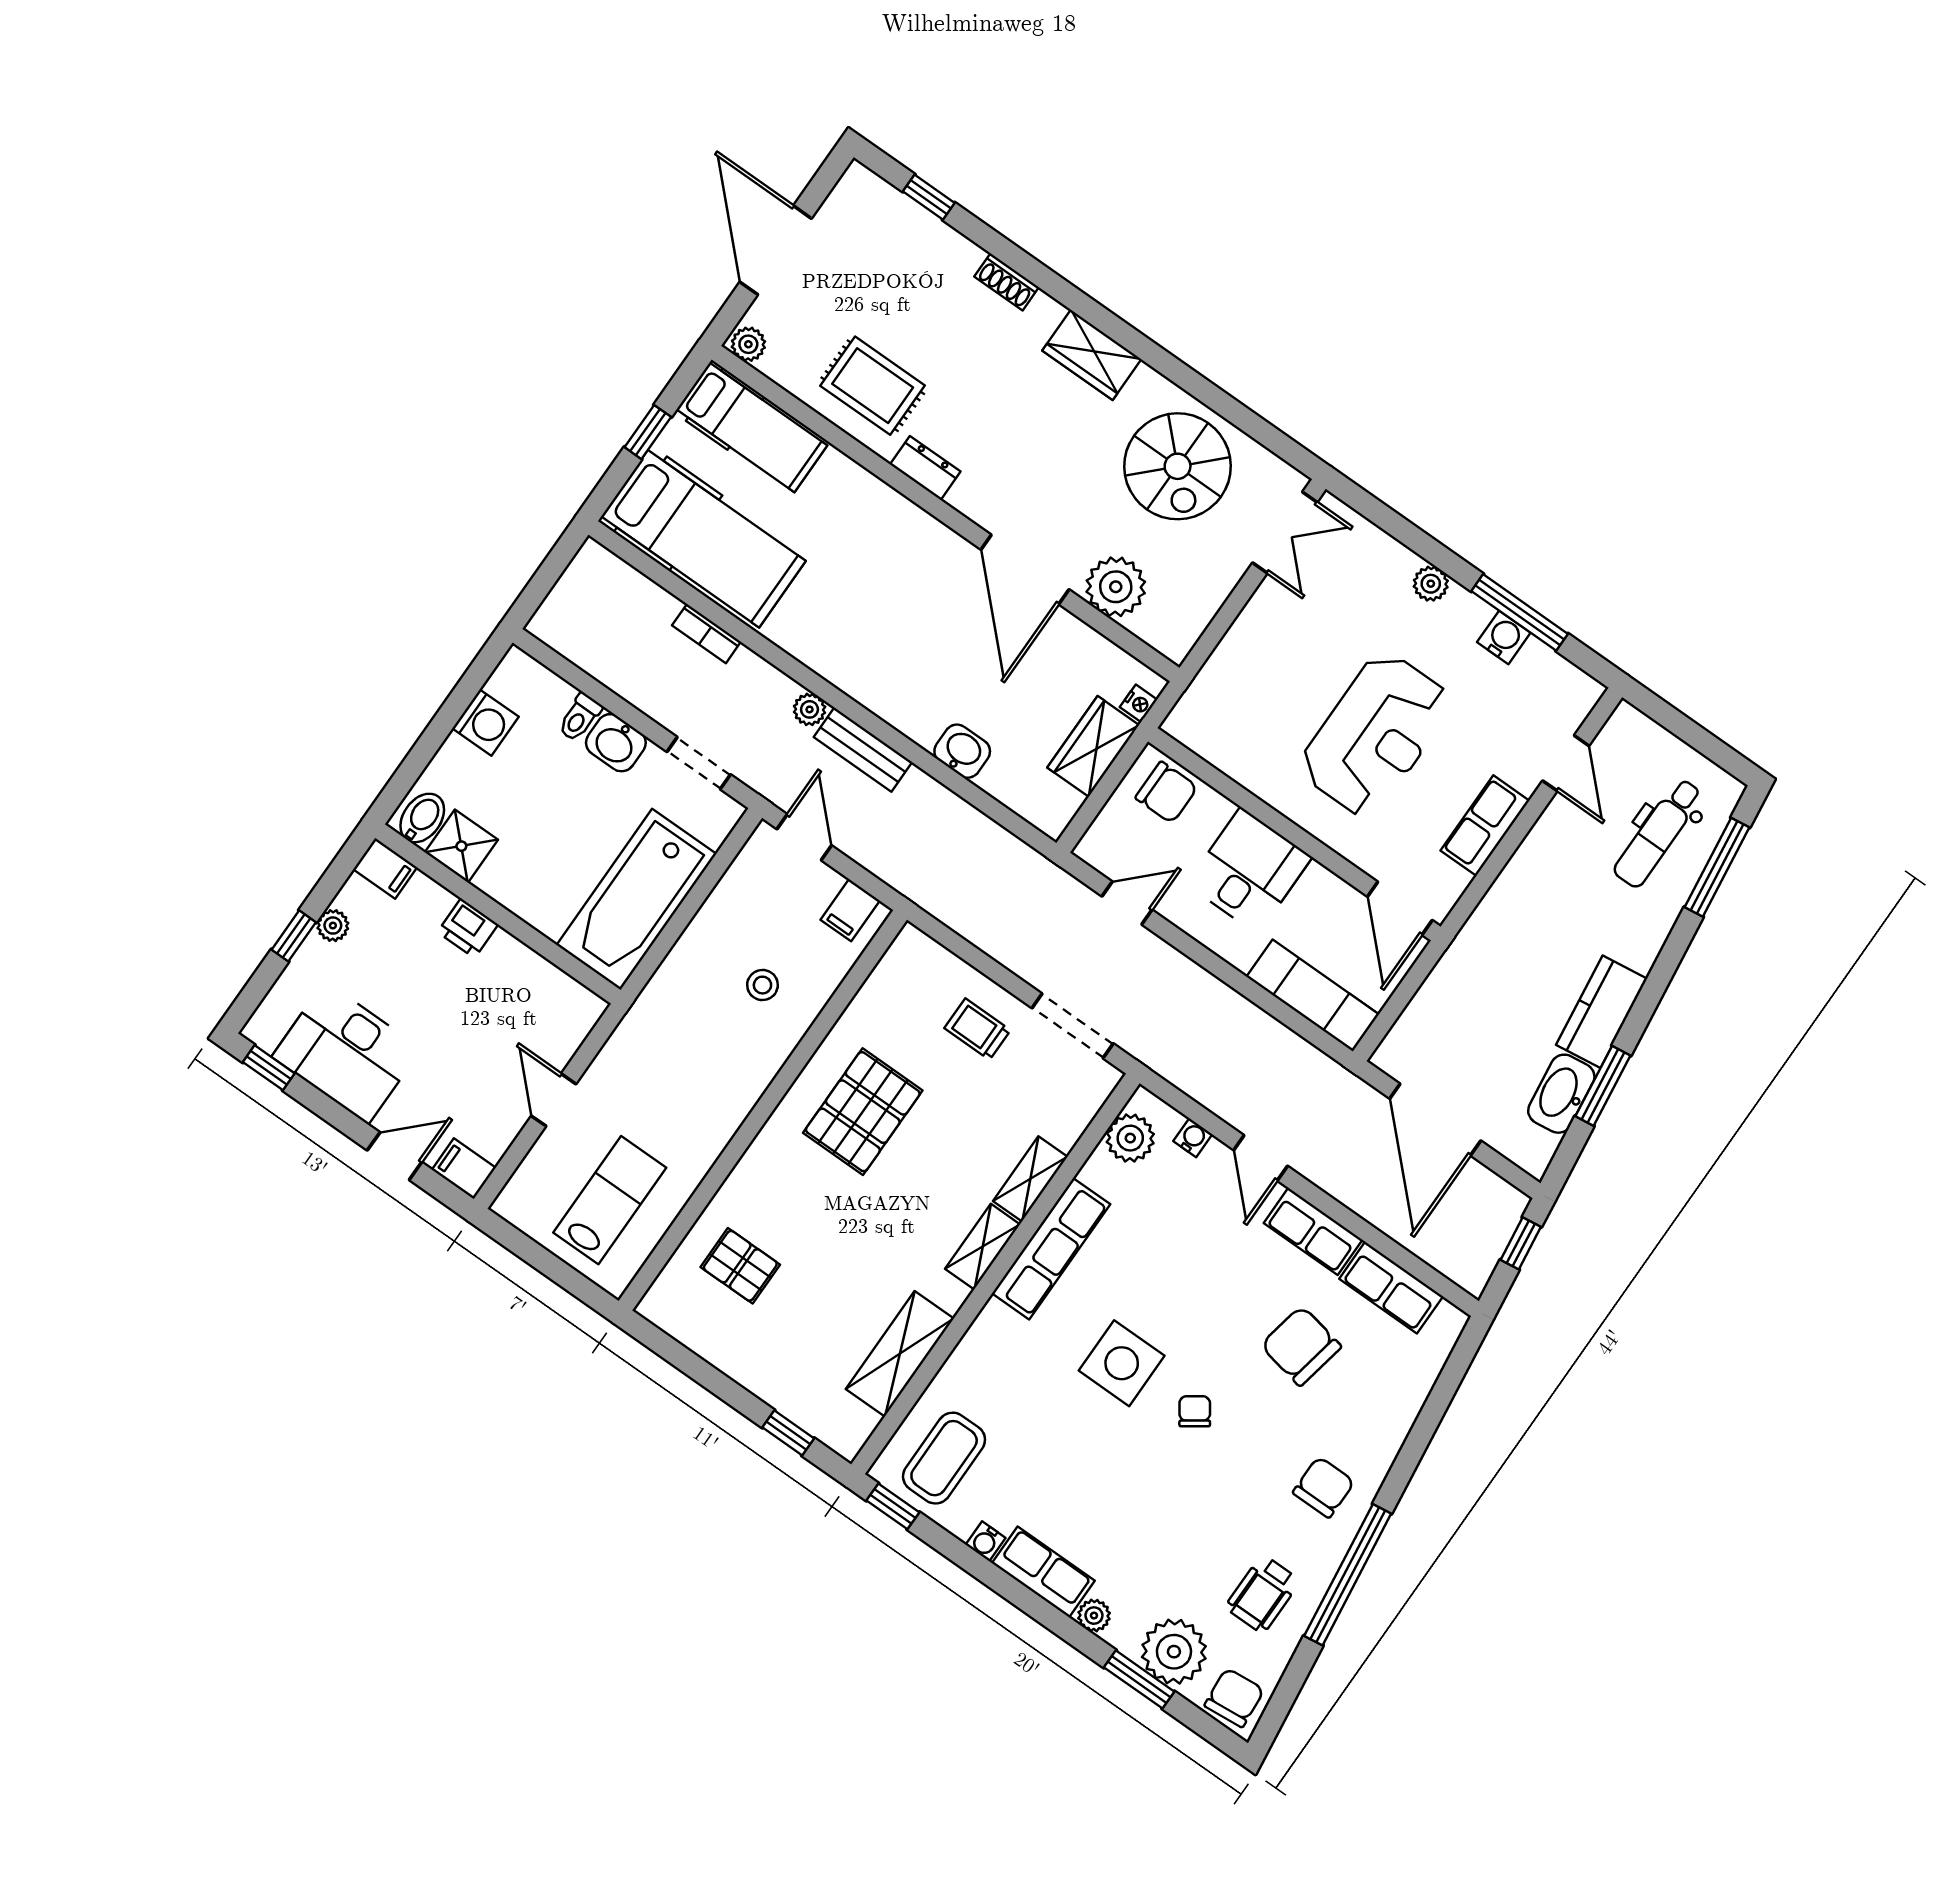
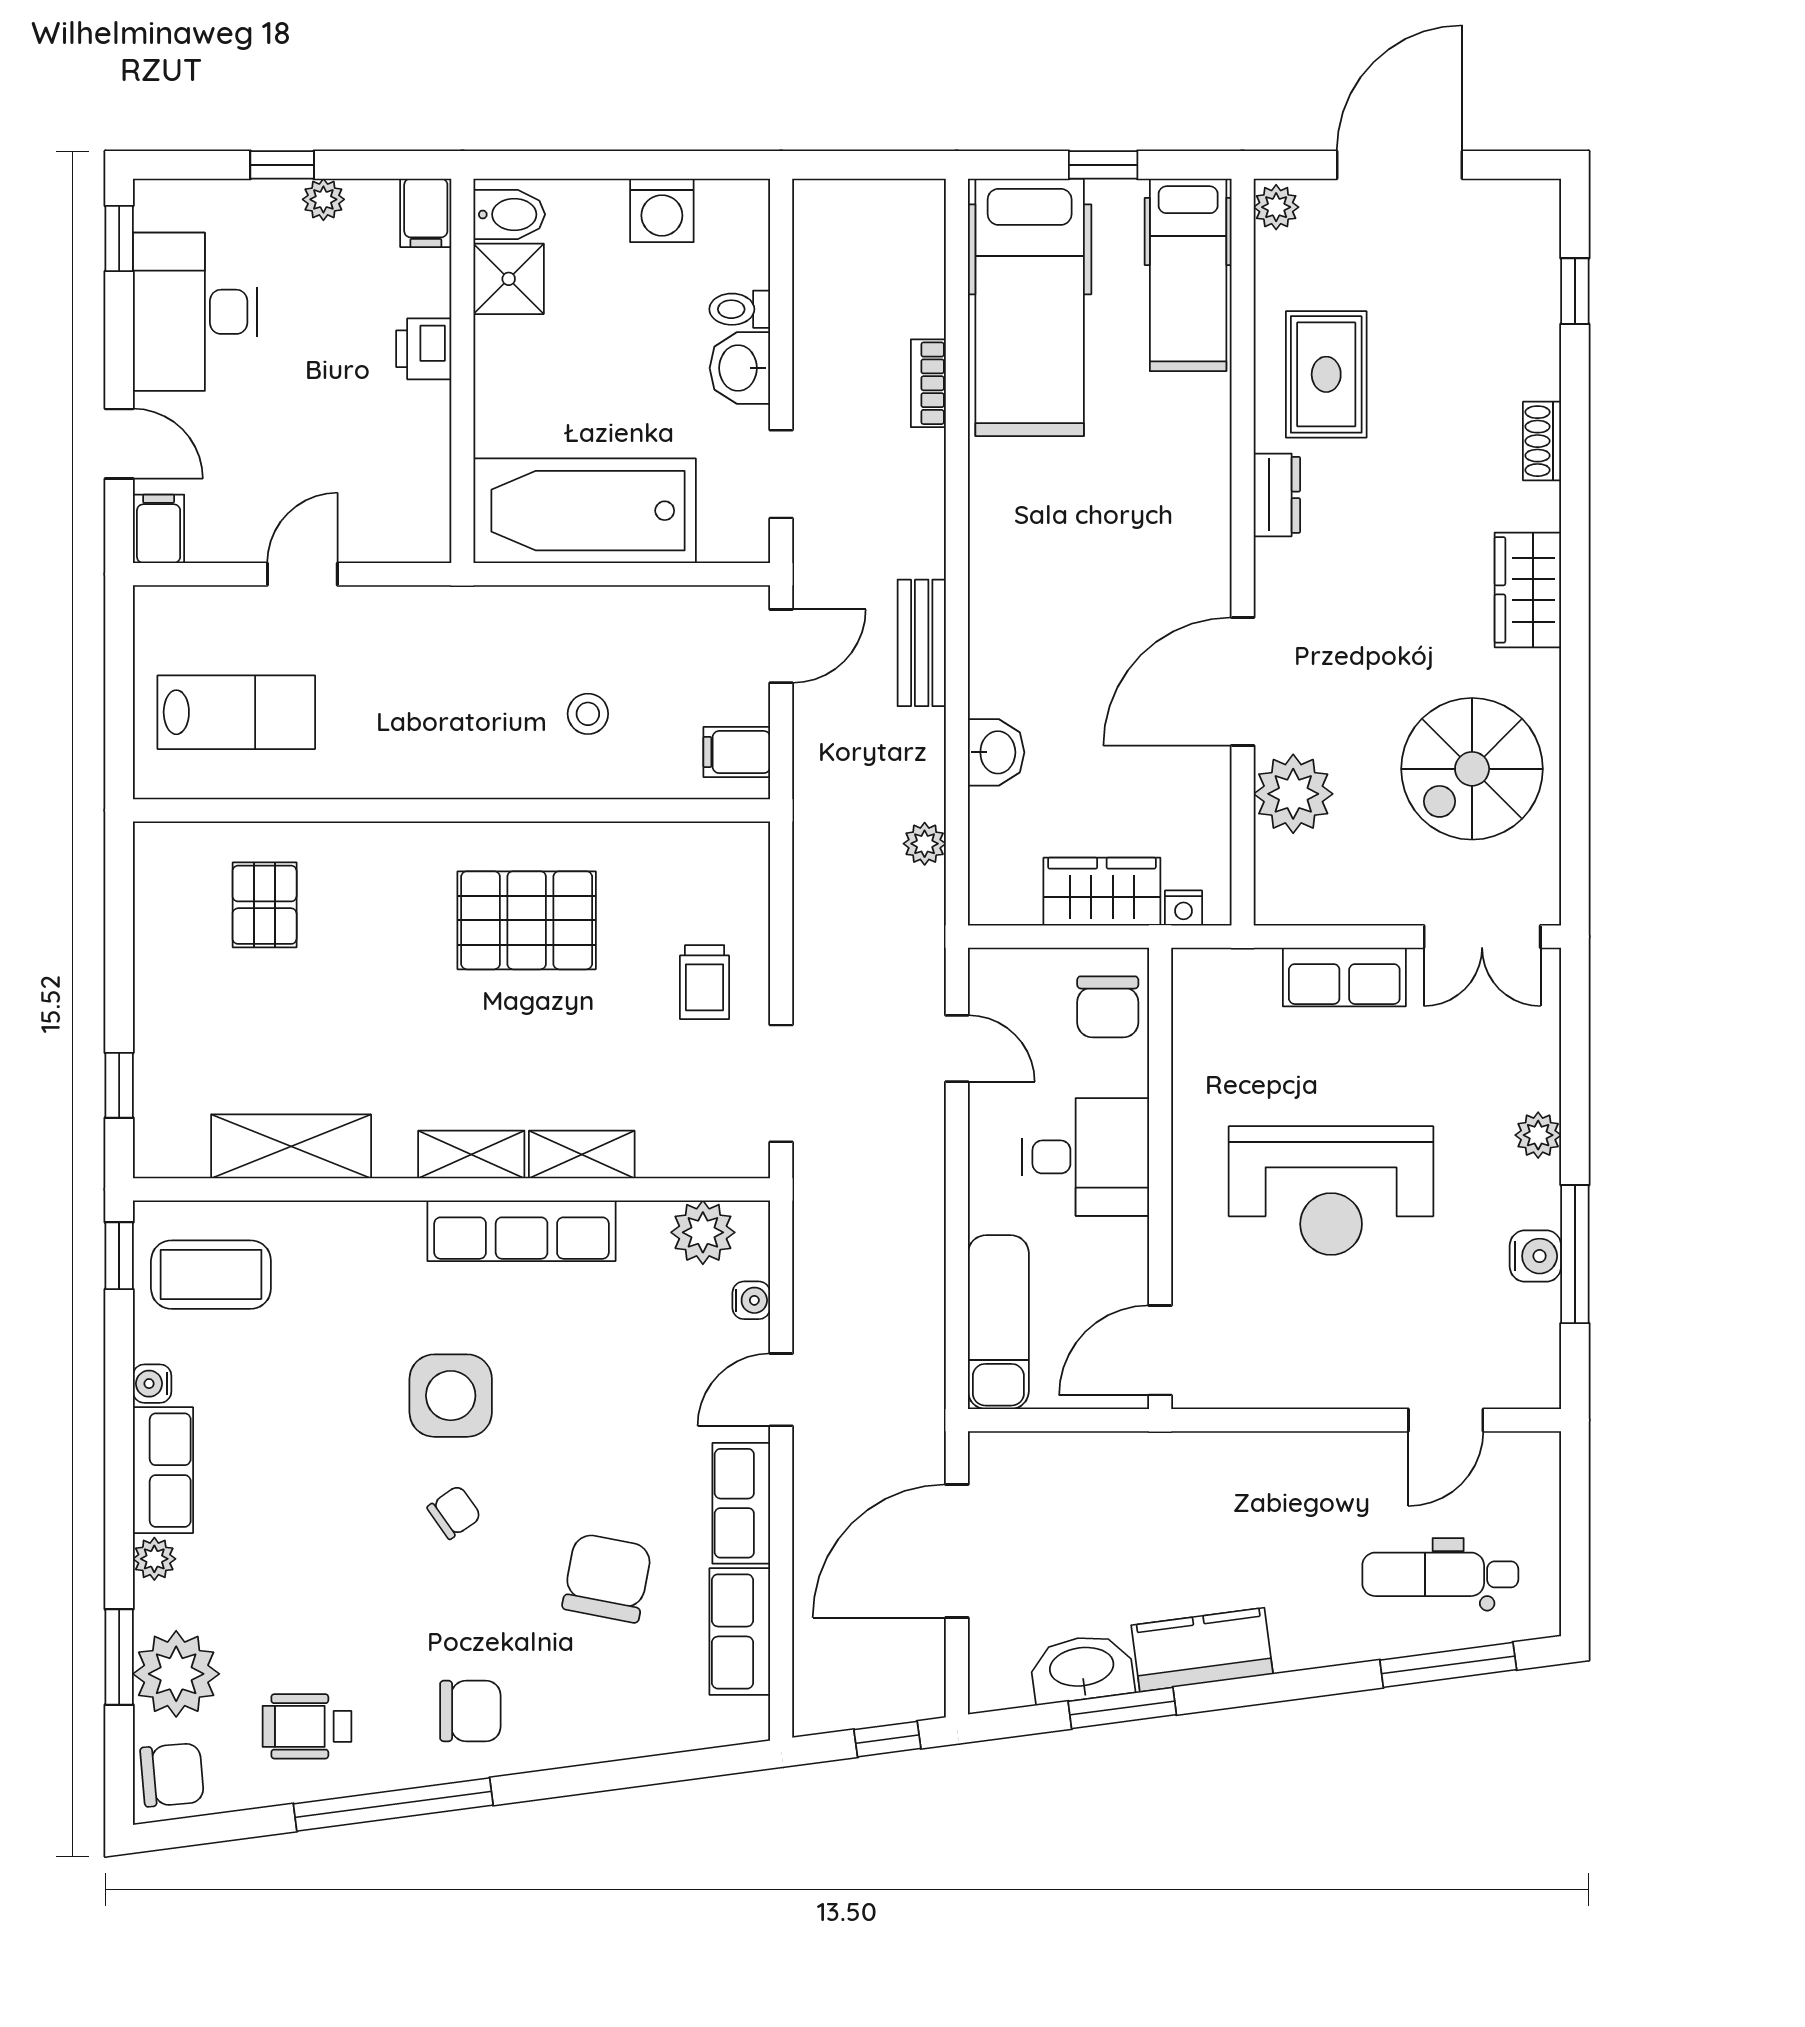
plant: (810, 709) -> (925, 844), moved
row of seats: (1485, 826) -> (1344, 977), moved, turned 180
trolley: (977, 1029) -> (705, 982), turned 180

